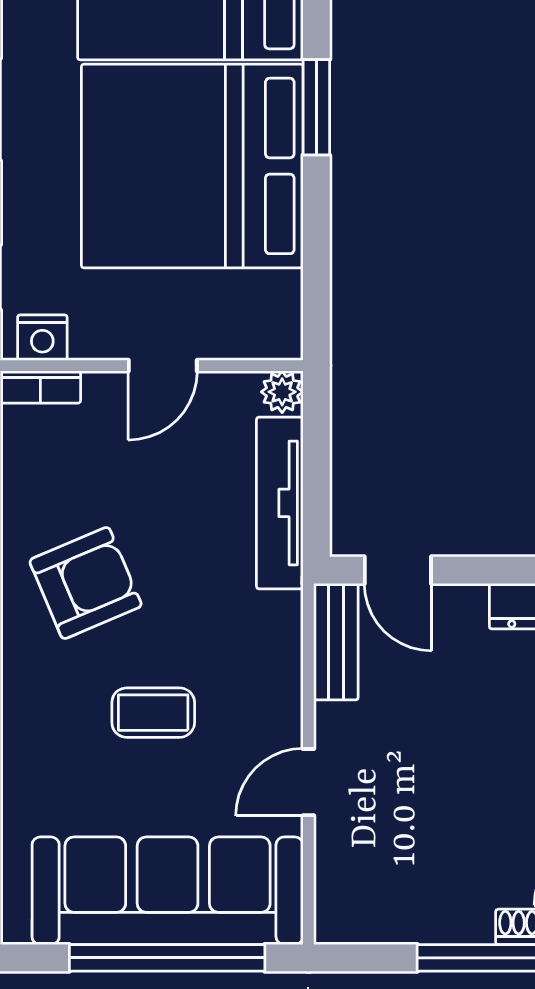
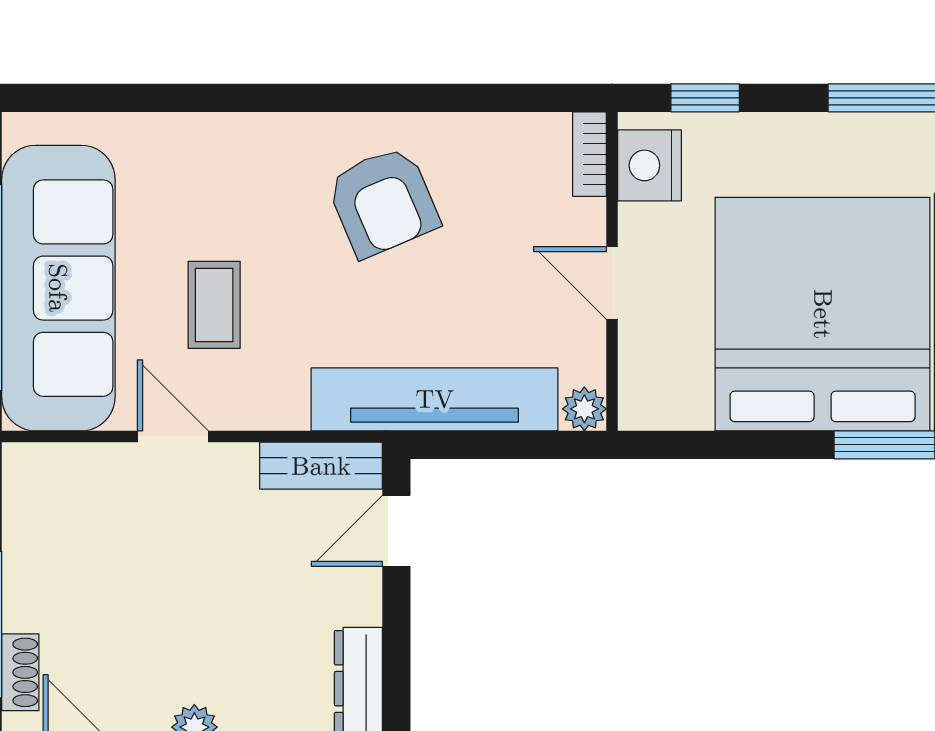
nightstand: (42, 338) -> (649, 165), width x1.36, depth x1.33
tv unit: (280, 503) -> (435, 399), width x1.36, depth x1.29
coffee table: (153, 713) -> (214, 305), moved

